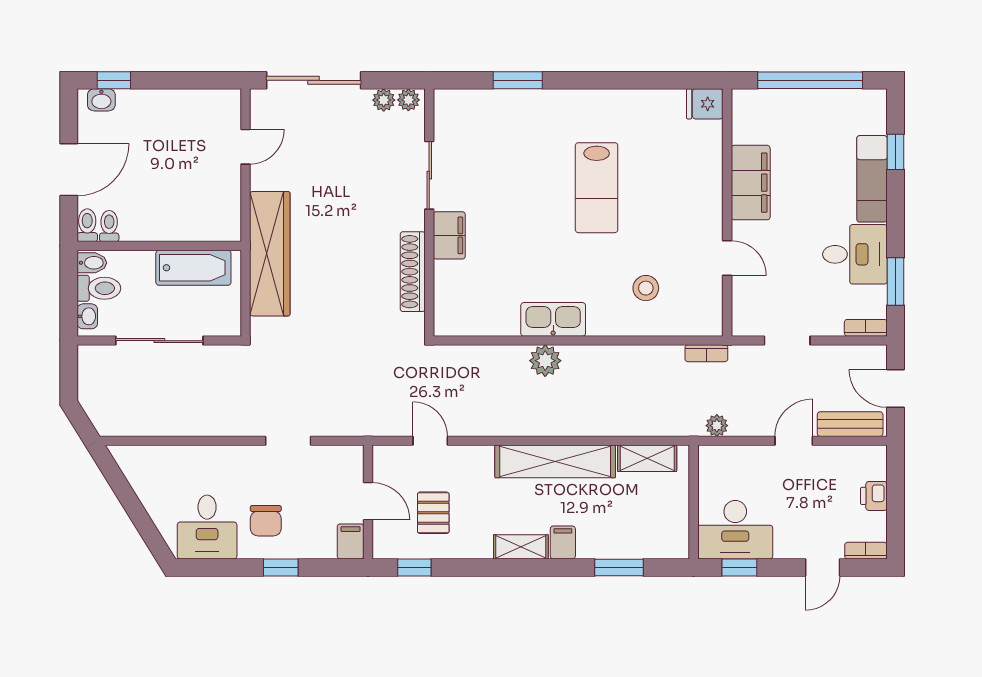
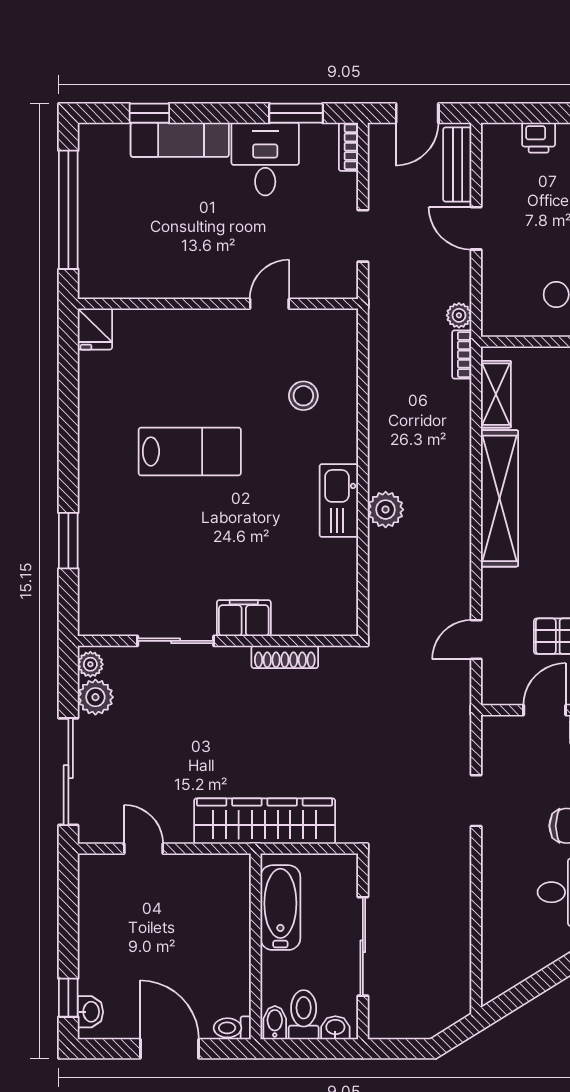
plant: (384, 100) -> (95, 697), width x1.38, depth x1.38
filing cabinet: (751, 183) -> (184, 277), removed
toilet: (109, 226) -> (233, 1003), removed
shoe rack: (413, 272) -> (285, 657), width x0.74, depth x0.81
bookcase: (706, 353) -> (462, 355), moved, turned 180

